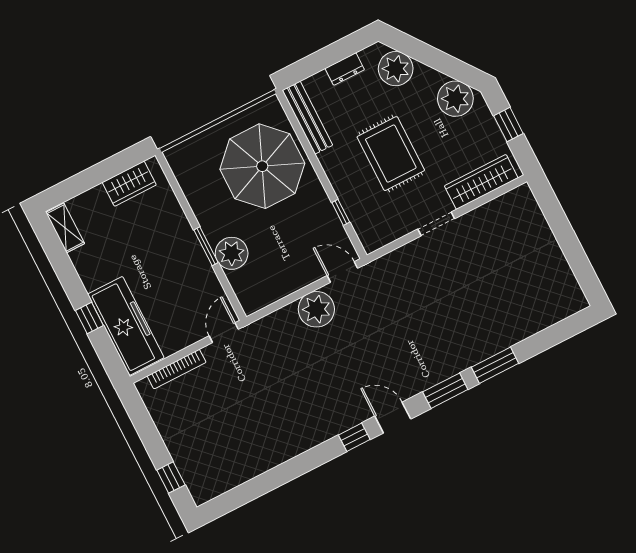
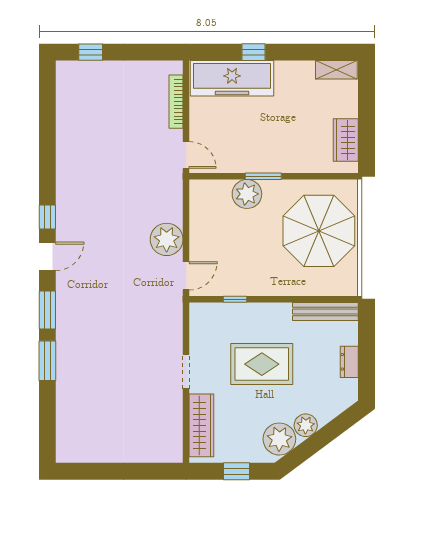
plant: (396, 69) -> (306, 425), moved, width x0.73, depth x0.73
parasol: (262, 166) -> (319, 231), moved

